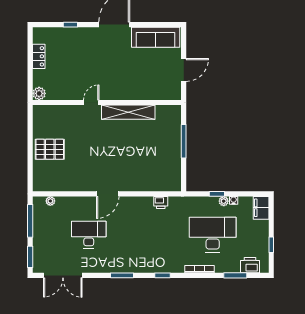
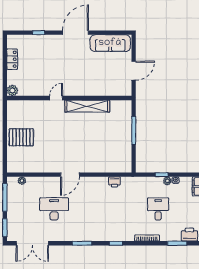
desk: (213, 235) -> (158, 209), width x0.53, depth x0.77

